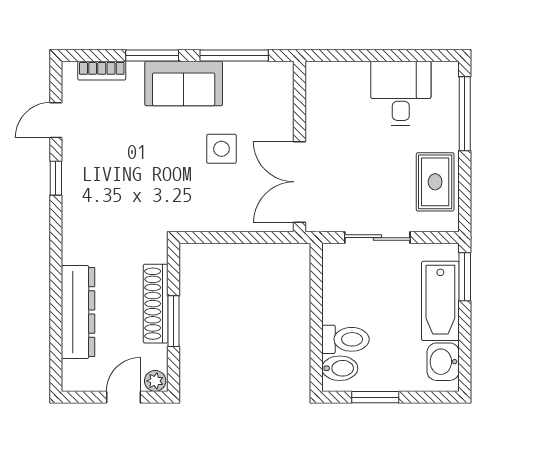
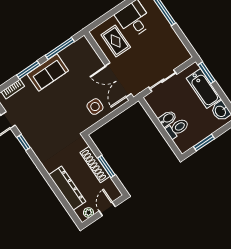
side table: (221, 149) -> (95, 107), moved
rug: (435, 182) -> (116, 41), moved
bidet: (340, 368) -> (167, 119), moved
plant: (155, 381) -> (88, 213), moved

